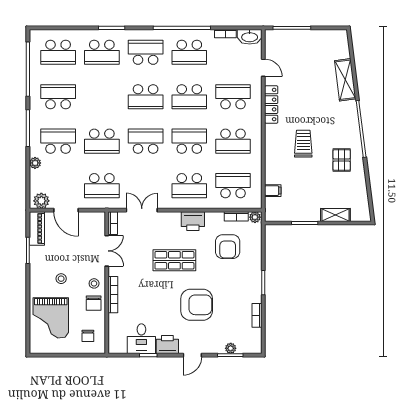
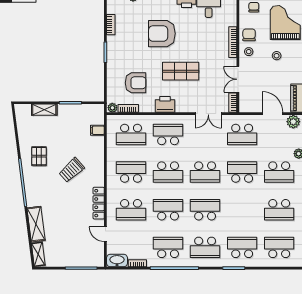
shelving: (343, 44) -> (38, 254), added
trolley: (303, 144) -> (72, 170), turned 48
school desk: (102, 186) -> (242, 134), turned 180
armchair: (228, 247) -> (136, 83), turned 90

